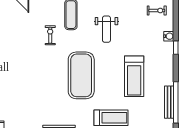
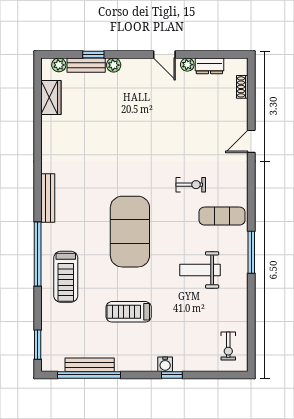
water cooler: (169, 36) -> (165, 364), moved
exercise mat: (81, 75) -> (130, 232), turned 90
treadmill: (134, 76) -> (129, 312), width x0.73, depth x0.73

